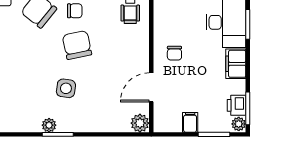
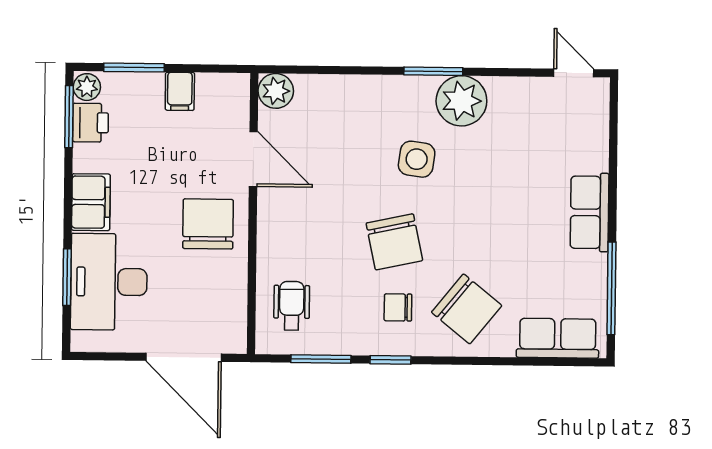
chair: (174, 53) -> (208, 224), width x1.87, depth x1.87
door: (151, 87) -> (253, 159), hinge flipped
plant: (49, 125) -> (461, 101), width x1.88, depth x1.88

